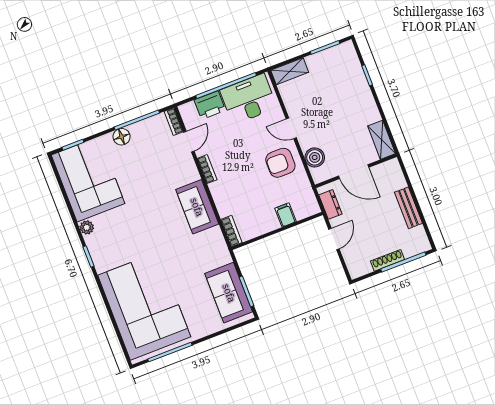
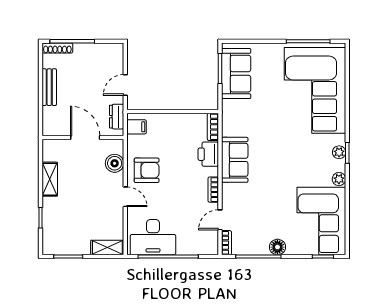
printer: (210, 105) -> (208, 154), moved, turned -90
shelving: (382, 140) -> (50, 179), moved
filing cabinet: (286, 215) -> (137, 127), moved, turned -90
plant: (97, 254) -> (339, 152), added
shoe rack: (388, 260) -> (57, 48), moved

